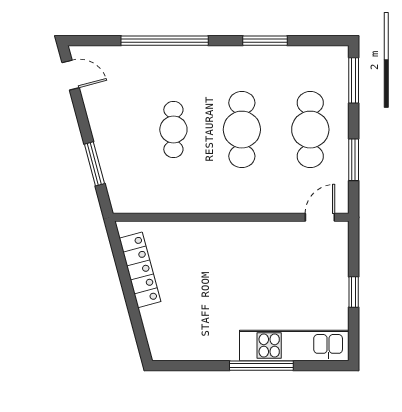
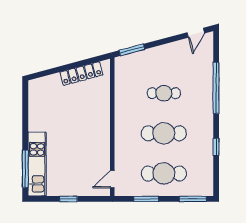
window: (265, 41) -> (216, 147), width x0.67
window: (94, 164) -> (132, 50), moved
door: (320, 217) -> (112, 179), swing flipped
window: (261, 366) -> (25, 169), moved

